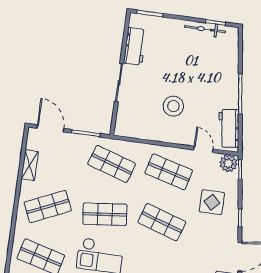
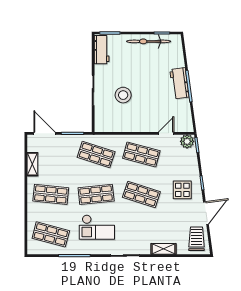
bicycle: (205, 29) -> (149, 41), width x1.37, depth x1.40
workbench: (135, 46) -> (102, 50), moved
stool: (173, 106) -> (123, 95), moved
workbench: (229, 128) -> (179, 83), moved
door: (203, 149) -> (166, 133), hinge flipped
display table: (212, 202) -> (182, 190), moved
shop shelf: (48, 206) -> (51, 194), turned 30

